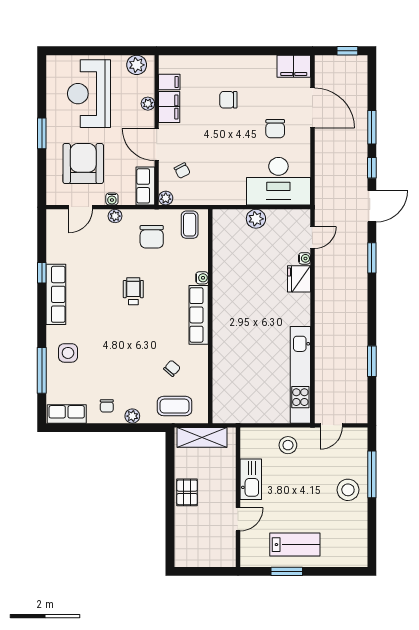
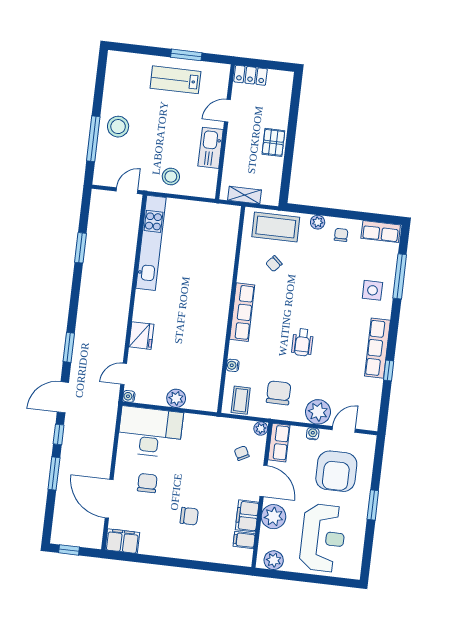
plant: (148, 104) -> (274, 517), width x1.88, depth x1.88
plant: (115, 216) -> (318, 412), width x1.88, depth x1.88
water cooler: (305, 258) -> (129, 396), moved
water cooler: (202, 278) -> (233, 365), moved
coffee table: (175, 406) -> (276, 227), width x1.36, depth x1.32
shelving: (202, 437) -> (245, 195), width x0.67, depth x0.75
locker: (219, 558) -> (251, 75), added

